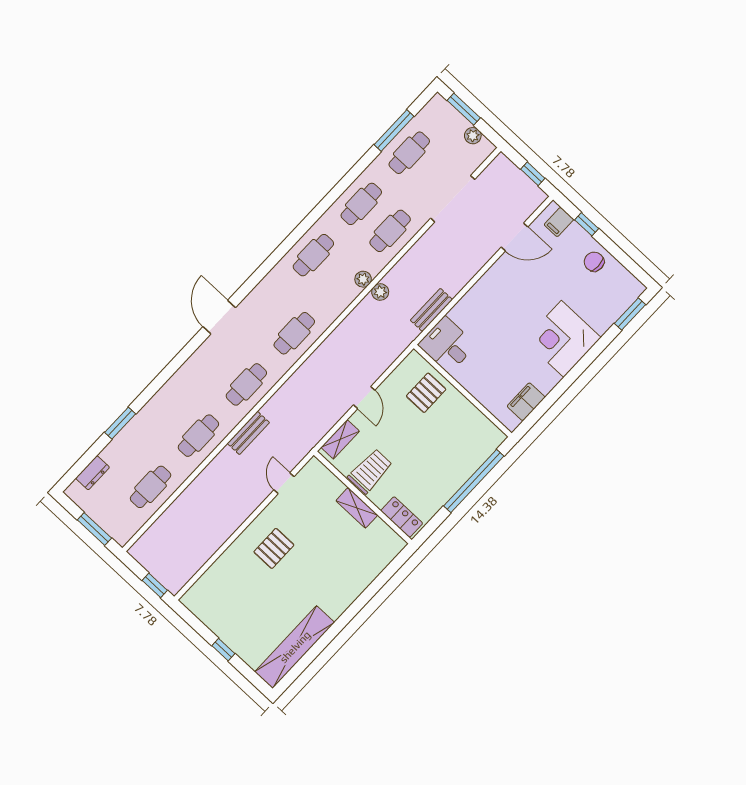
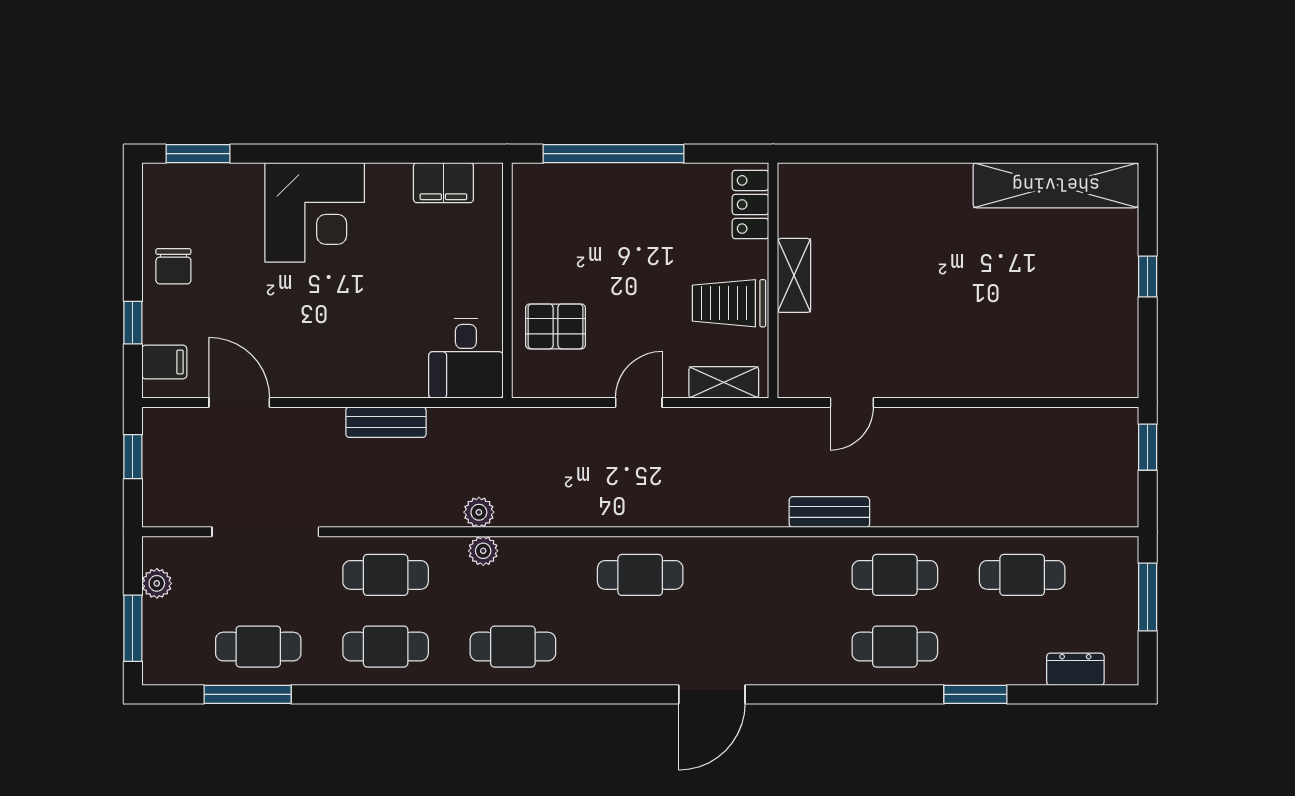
bench: (431, 310) -> (386, 422), moved
cafe table: (246, 384) -> (895, 647), moved
pallet: (274, 548) -> (951, 335), removed

